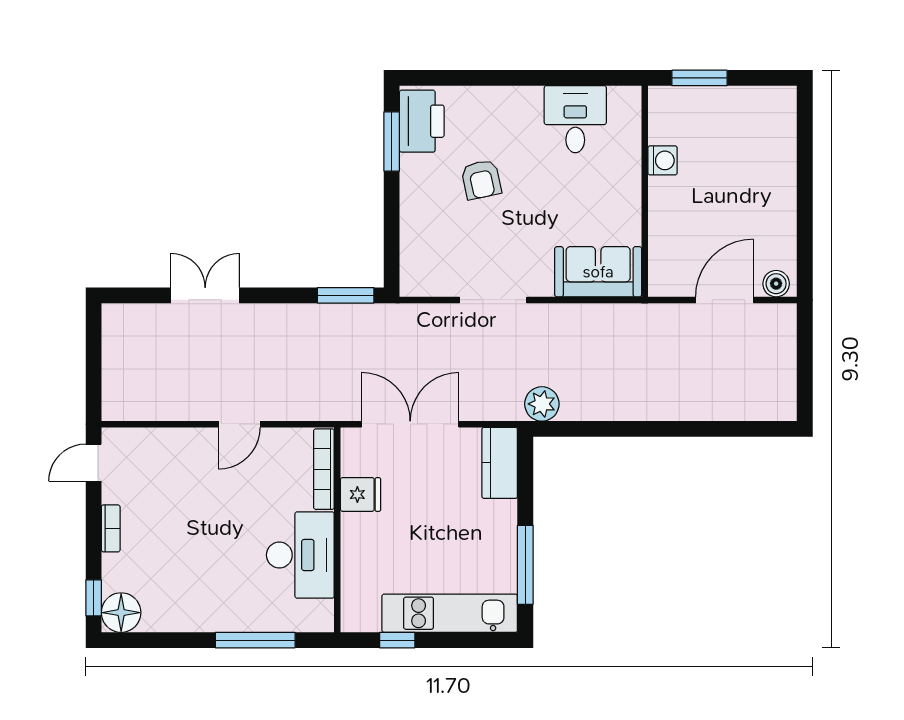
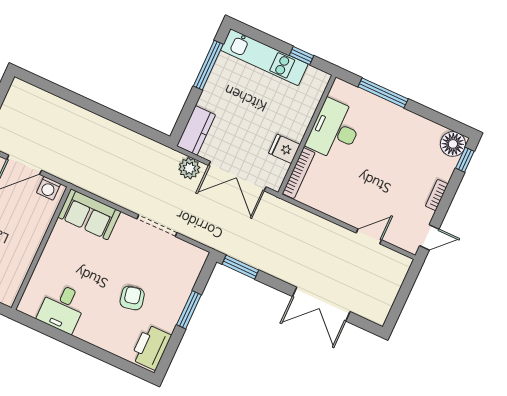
window: (392, 142) -> (189, 310), moved
washing machine: (663, 160) -> (48, 188), moved, turned -90
double door: (205, 295) -> (321, 304), width x1.37
plant: (542, 404) -> (189, 168), moved
door: (239, 424) -> (369, 236), moved

